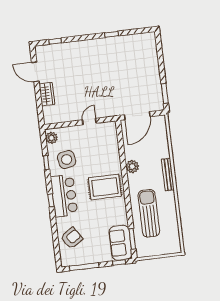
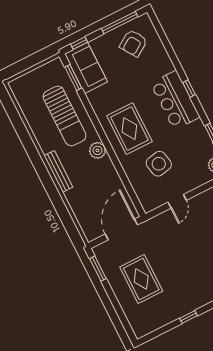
rug: (136, 74) -> (141, 279), added
side table: (67, 159) -> (159, 164), moved
plant: (132, 167) -> (97, 150), moved
rug: (105, 187) -> (129, 129), turned 90
armchair: (72, 238) -> (133, 43), moved

